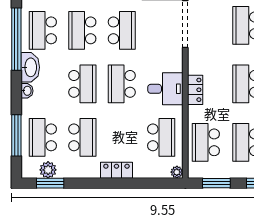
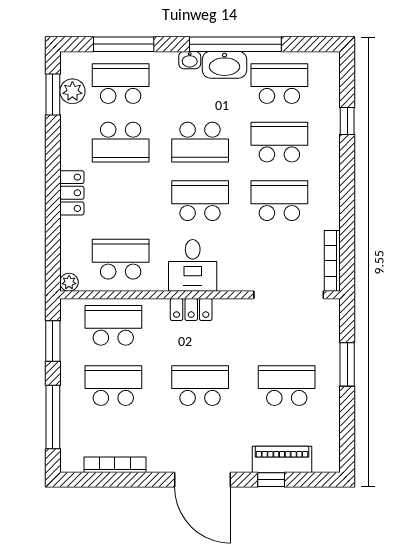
school desk: (122, 30) -> (279, 201), turned 180
window: (16, 39) -> (235, 44), moved
school desk: (161, 137) -> (121, 259), turned 180

